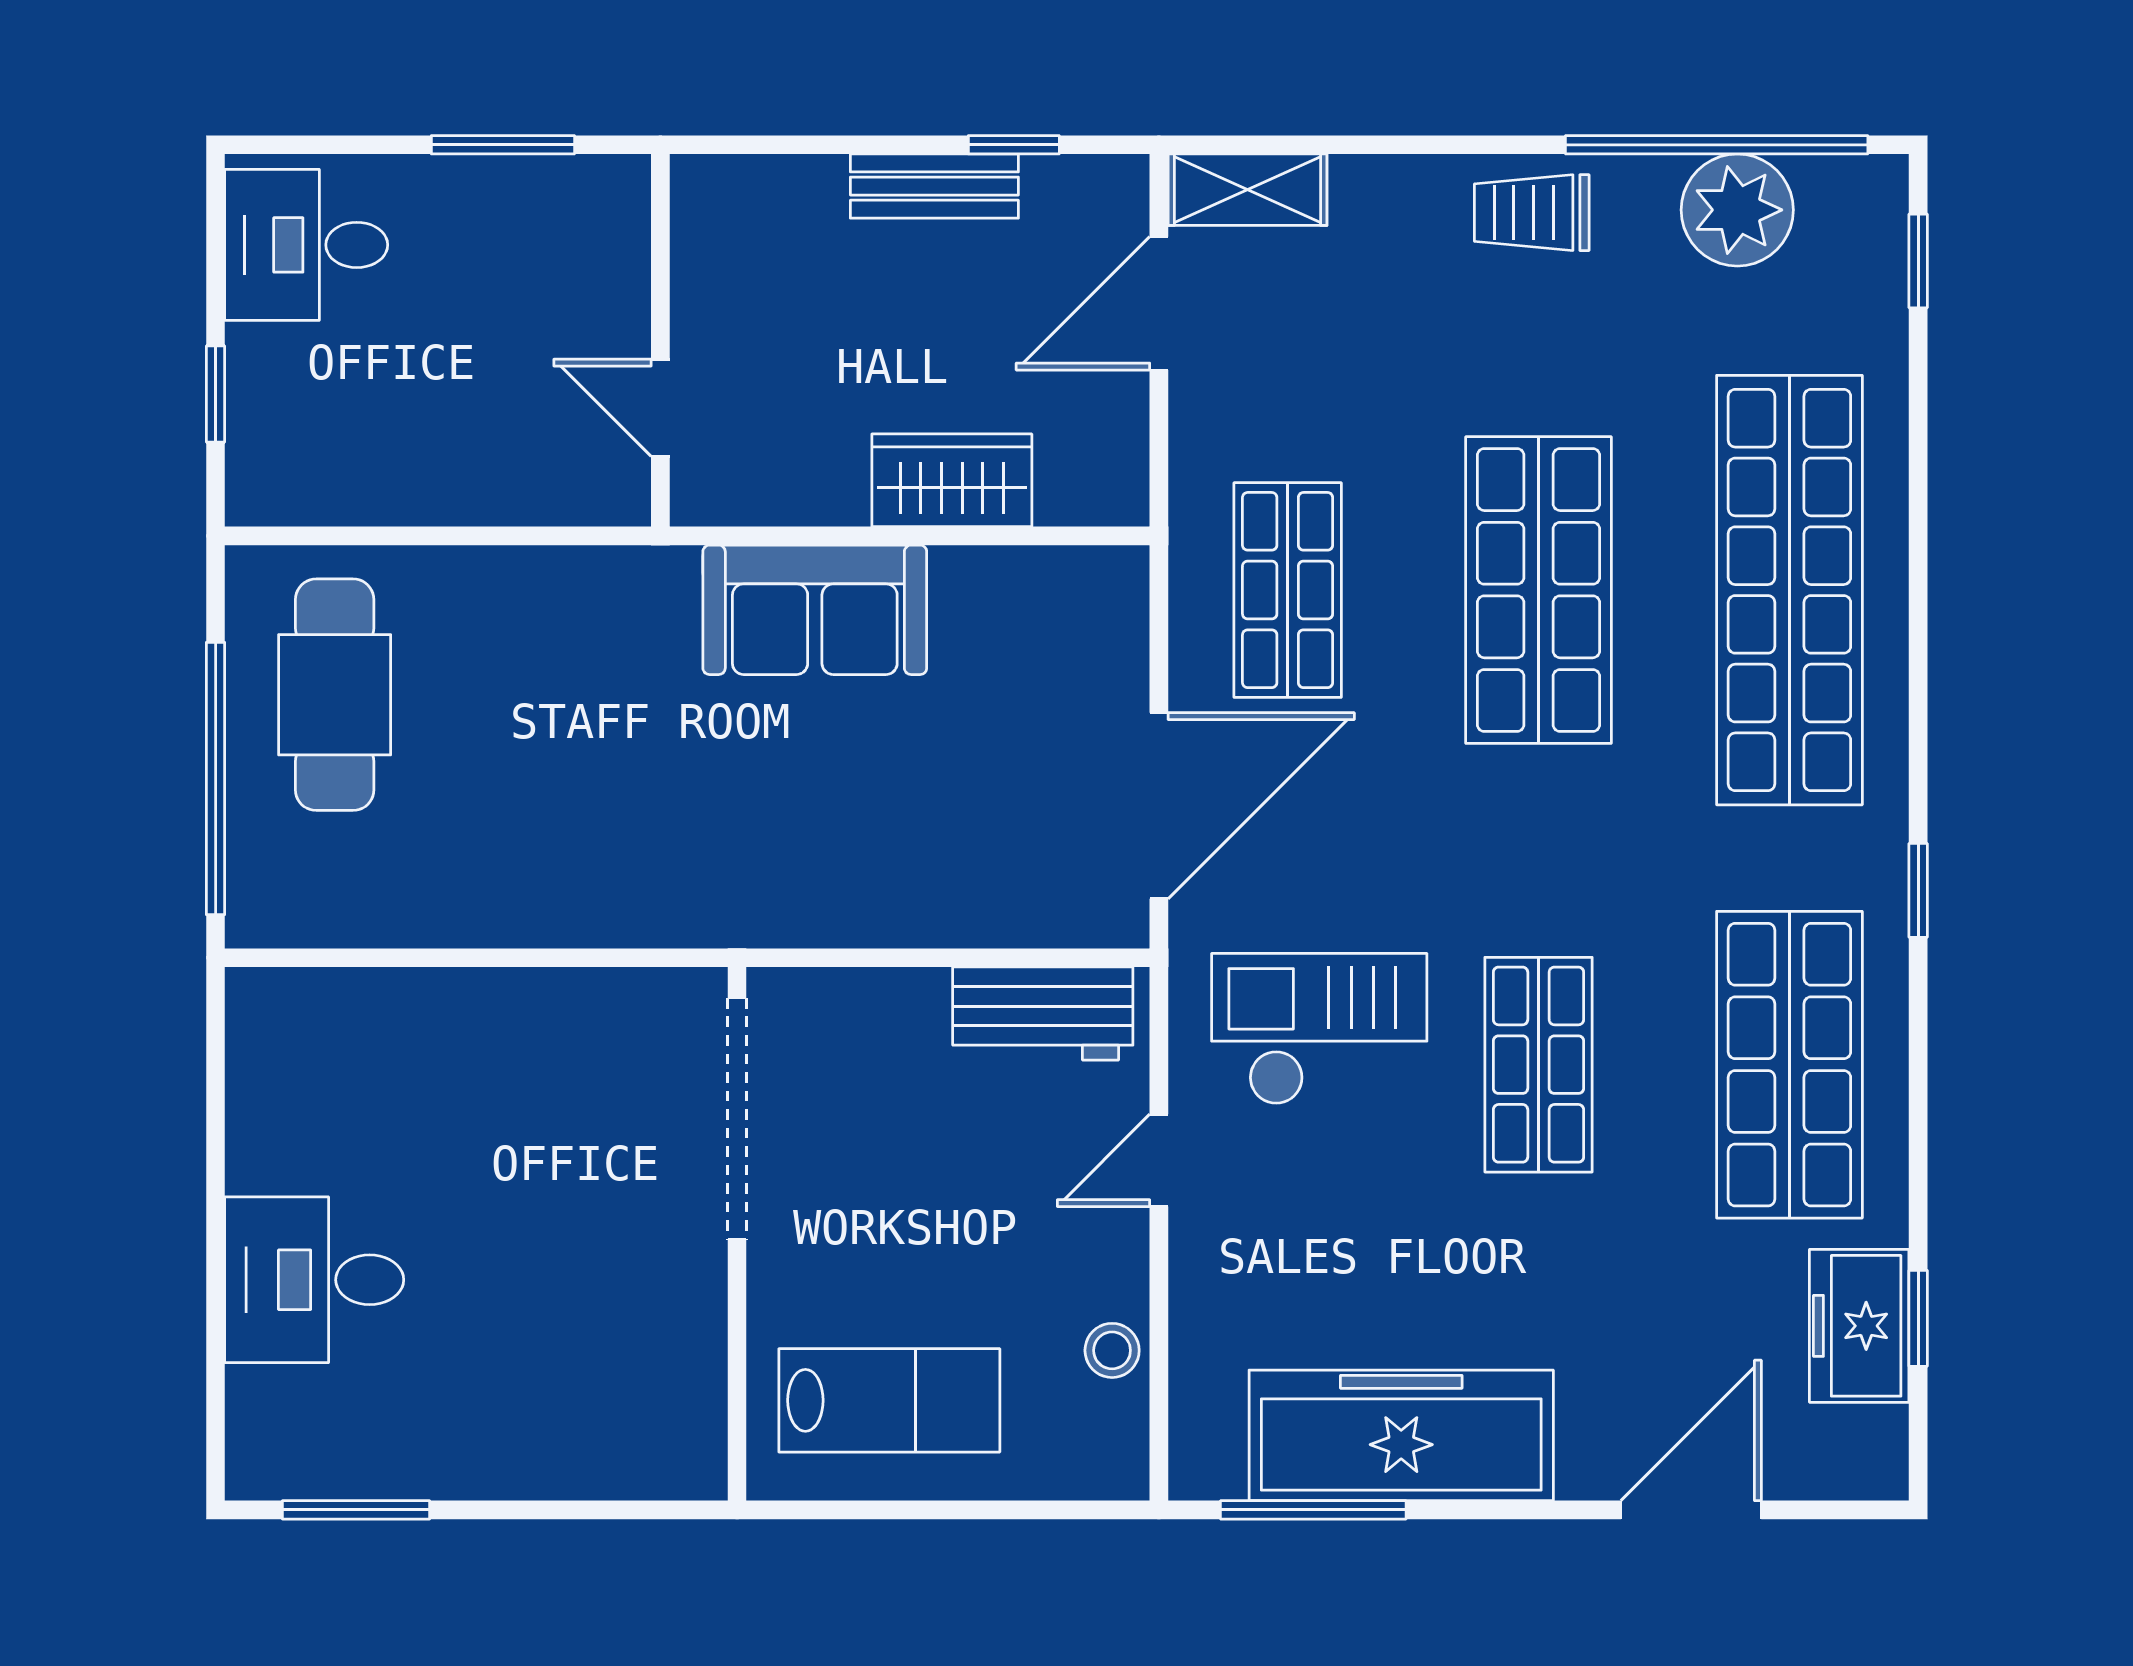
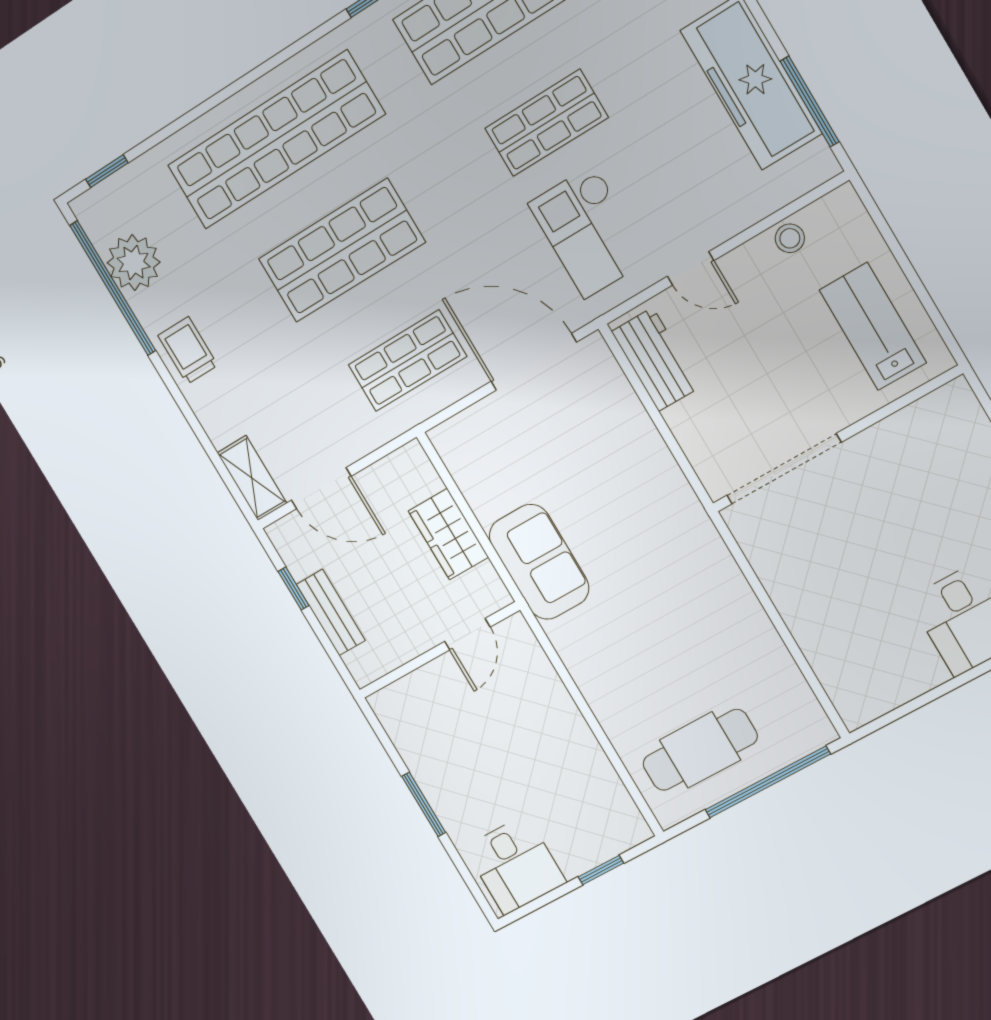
trolley: (1532, 213) -> (188, 350), turned 180
wall: (660, 340) -> (439, 650), moved
door: (660, 408) -> (467, 634), moved

